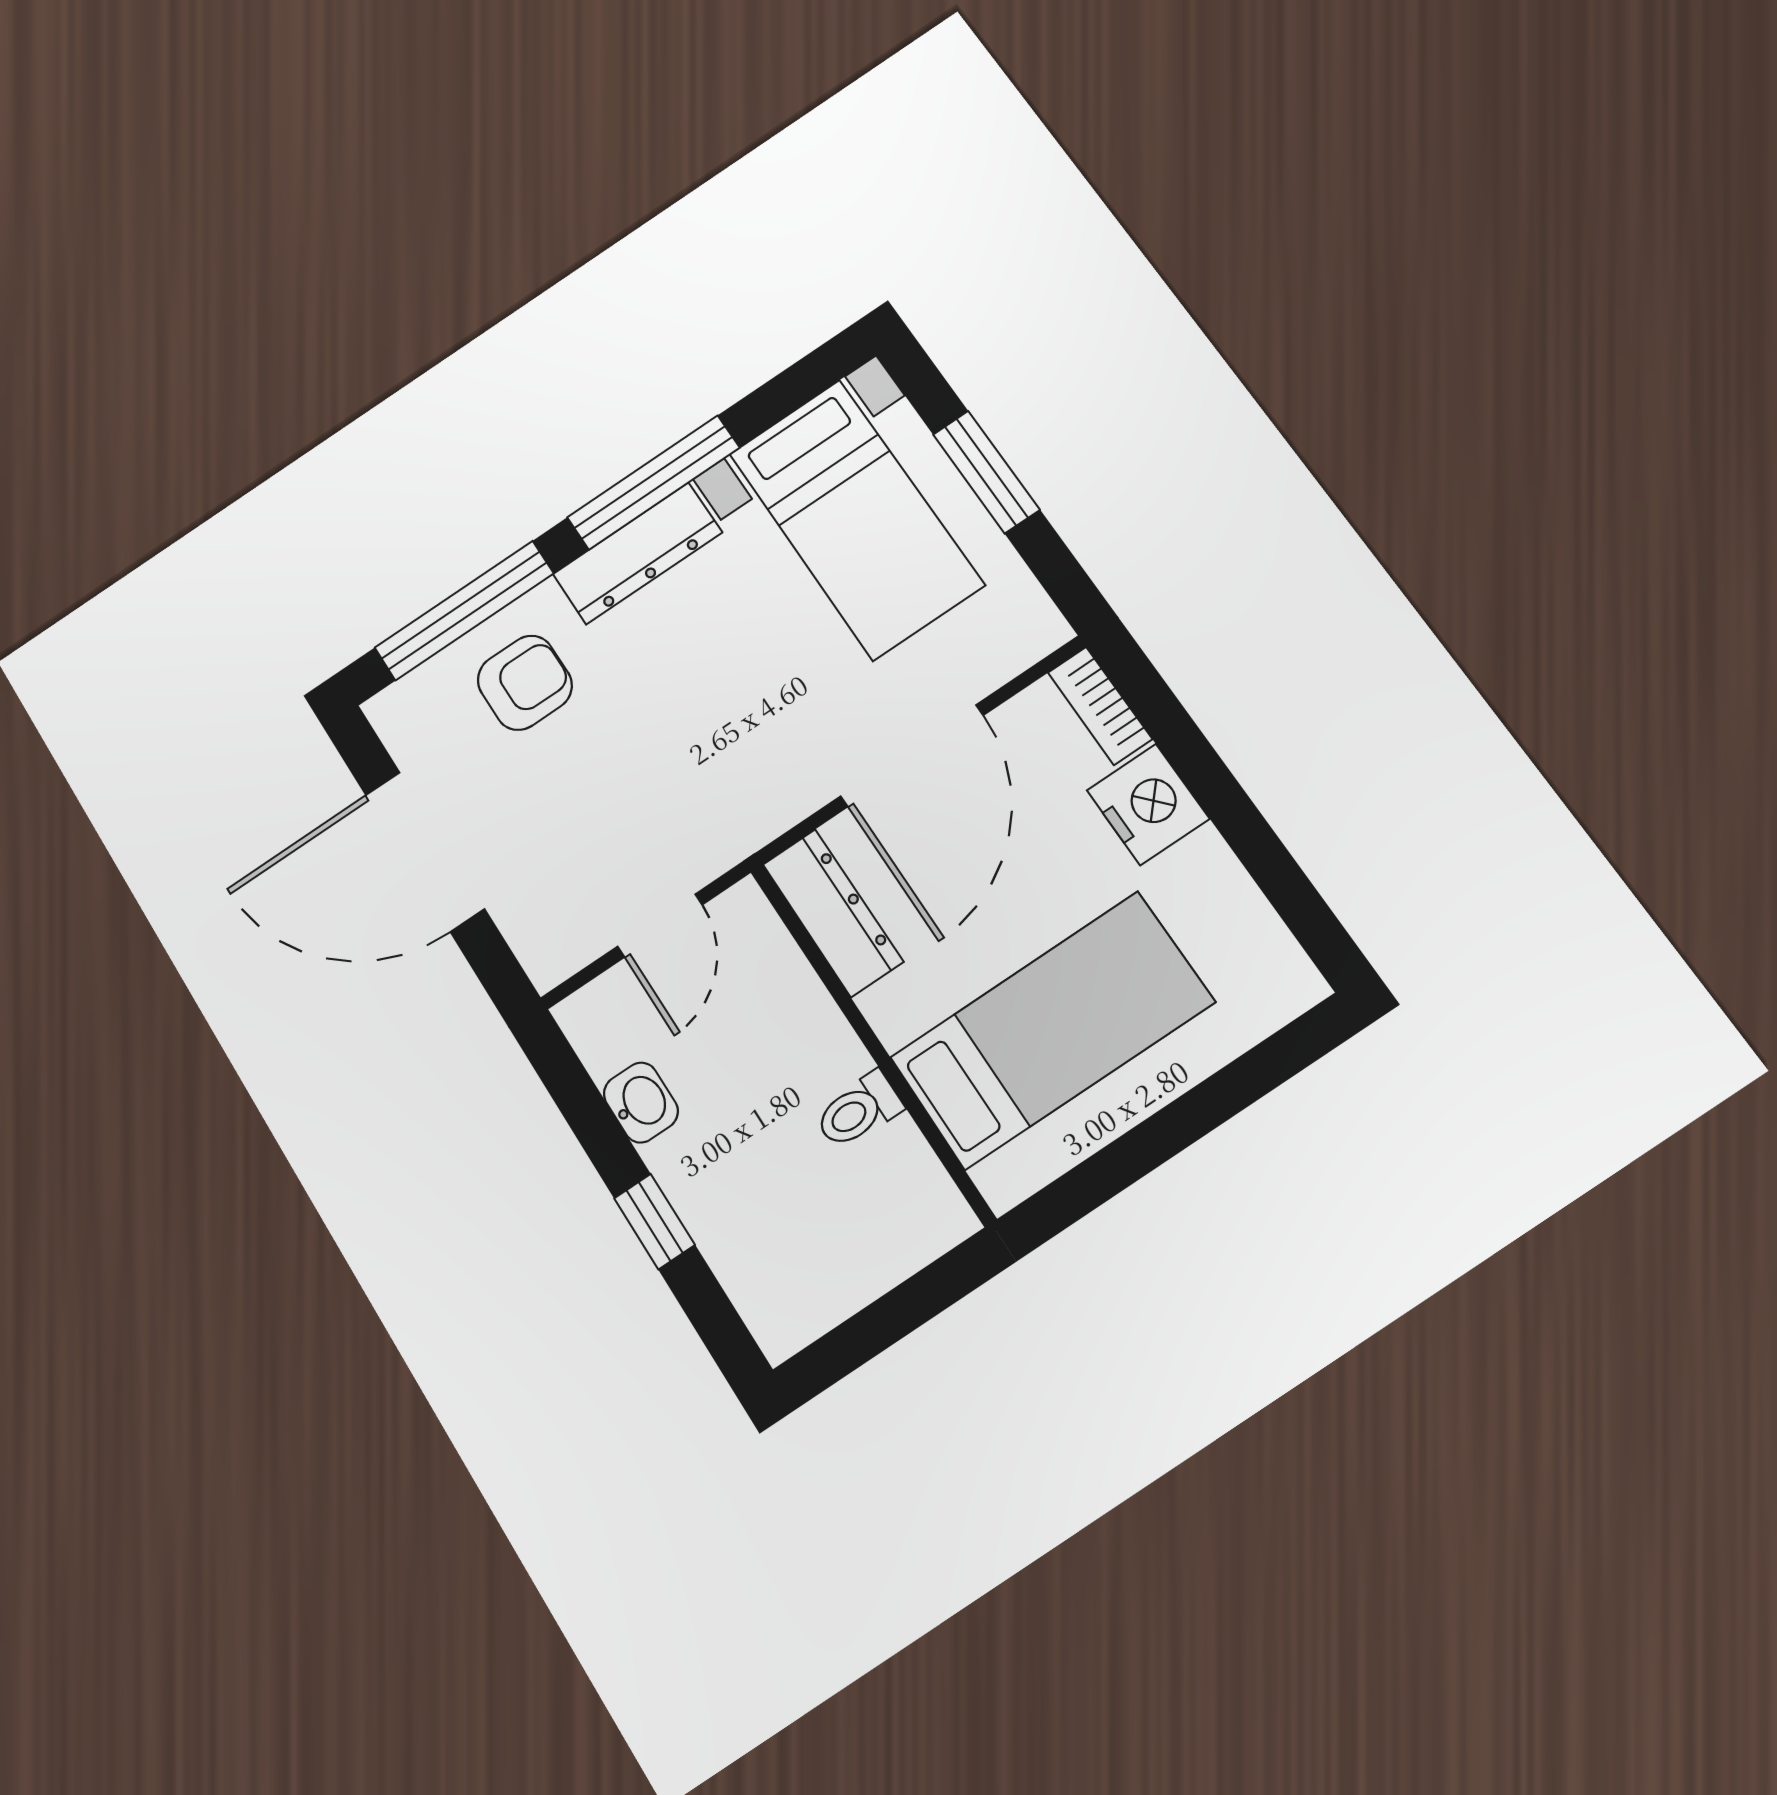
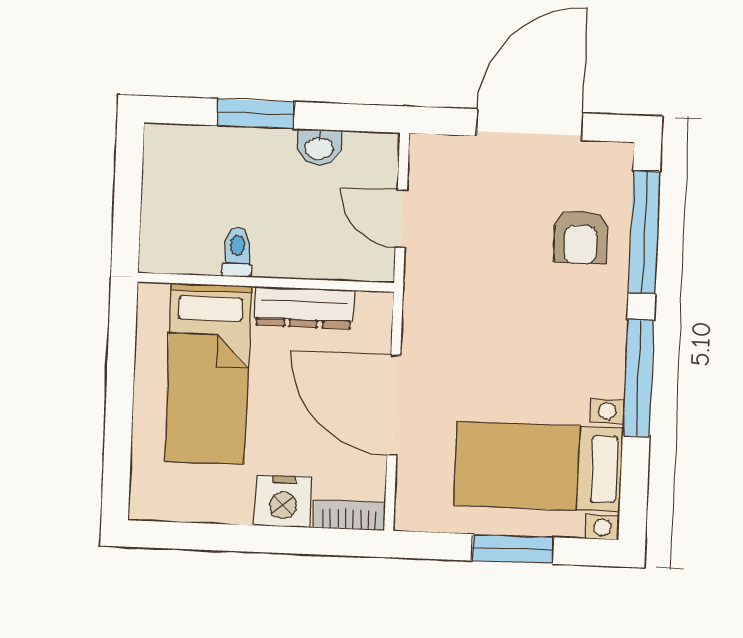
dresser: (637, 553) -> (606, 343), removed
dresser: (833, 913) -> (304, 308), moved
window: (654, 1221) -> (256, 114), width x1.50

